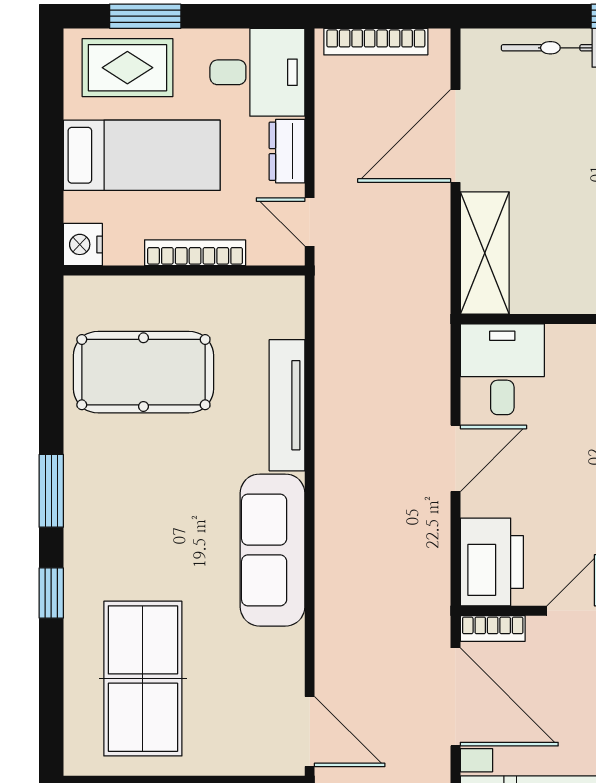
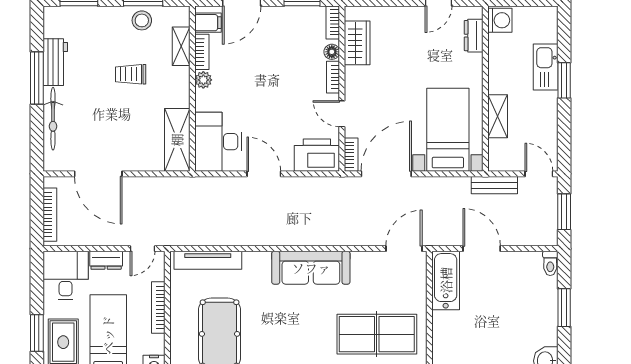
shelving: (485, 253) -> (177, 140), moved, turned 90
desk: (502, 369) -> (218, 142), width x1.37
tv unit: (287, 405) -> (208, 260), moved

